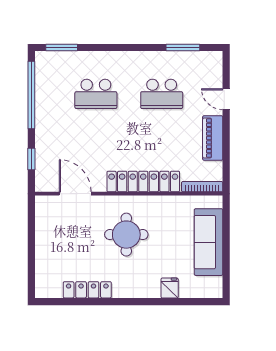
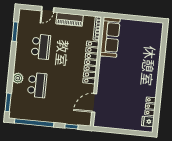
plant: (104, 60) -> (18, 78), added
round table: (126, 235) -> (121, 75), removed
sofa: (209, 242) -> (110, 37), moved, turned -90
fridge: (170, 288) -> (148, 122), moved
locker: (87, 290) -> (150, 106), width x0.66

